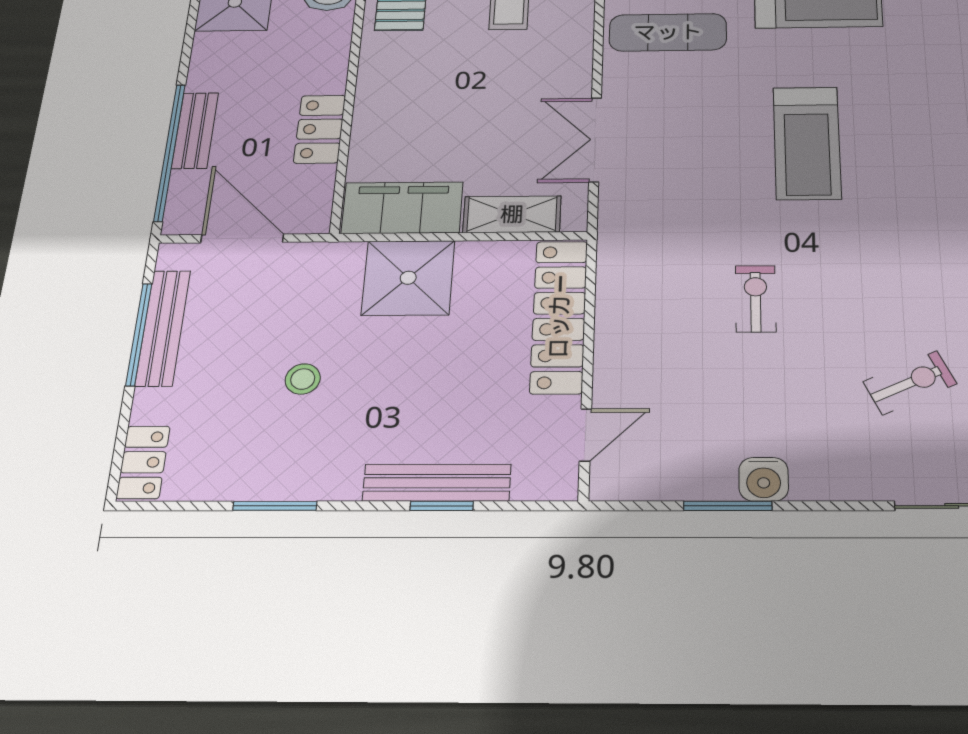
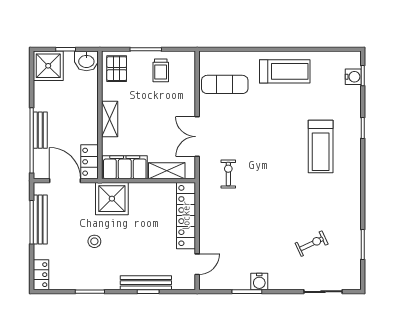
shelving: (373, 105) -> (110, 119), added
locker: (320, 129) -> (89, 162), moved
treadmill: (807, 143) -> (321, 147), moved
shower: (408, 278) -> (112, 199), moved
exercise bike: (756, 299) -> (228, 174), moved

